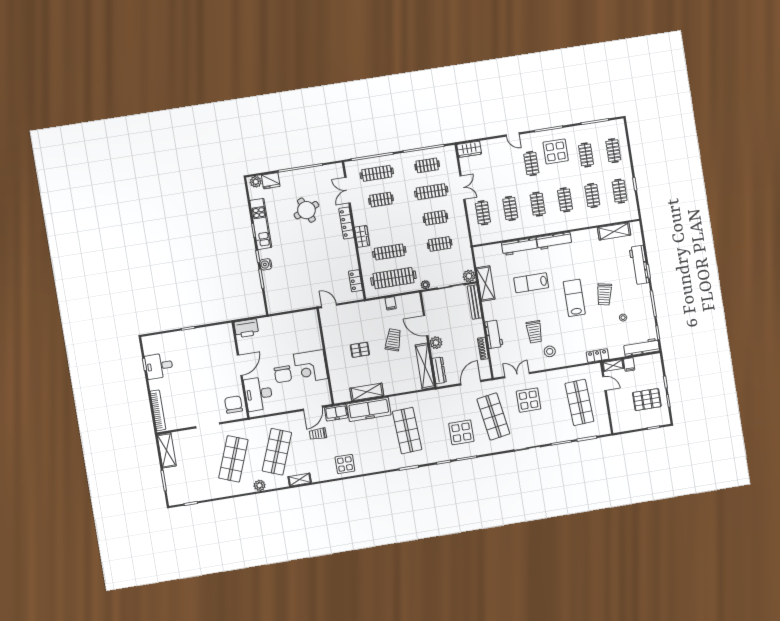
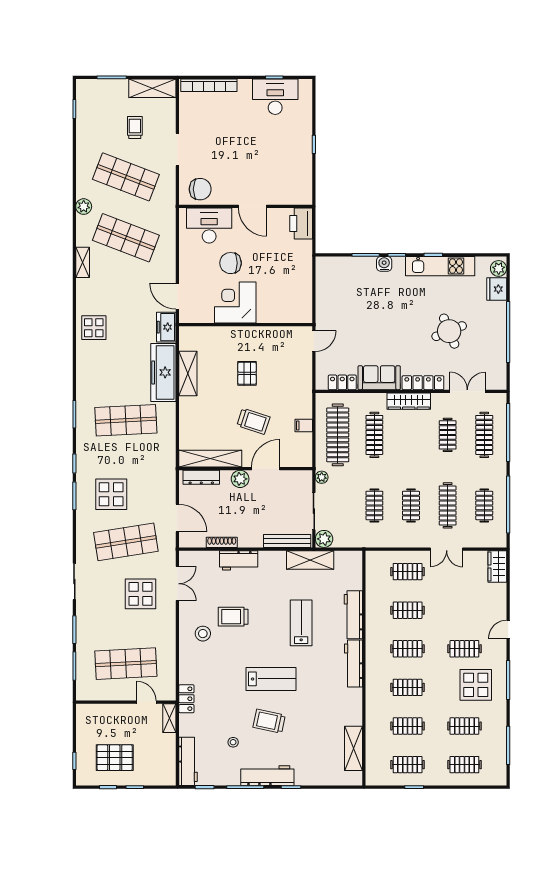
wardrobe: (362, 236) -> (409, 401), width x1.50
sofa: (348, 255) -> (379, 378), added
workbench: (639, 265) -> (267, 776), moved
filing cabinet: (629, 365) -> (167, 741), removed
desk: (159, 366) -> (275, 97), width x1.37
door: (604, 383) -> (146, 702), swing flipped
pallet: (647, 400) -> (115, 758), turned 90
trolley: (318, 434) -> (135, 128), moved

